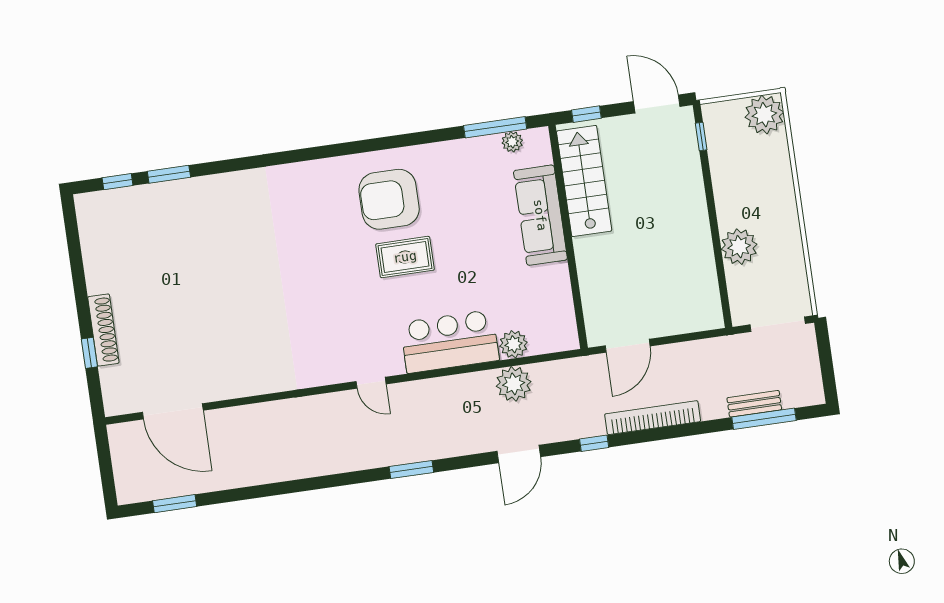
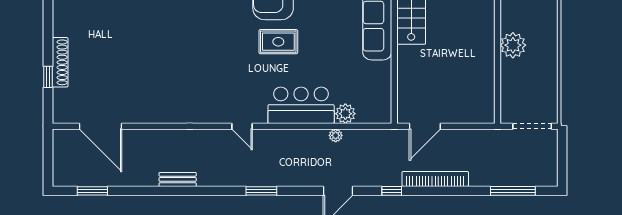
plant: (739, 247) -> (513, 45), moved
plant: (514, 384) -> (336, 135), width x0.53, depth x0.53
bench: (754, 404) -> (178, 179), moved

